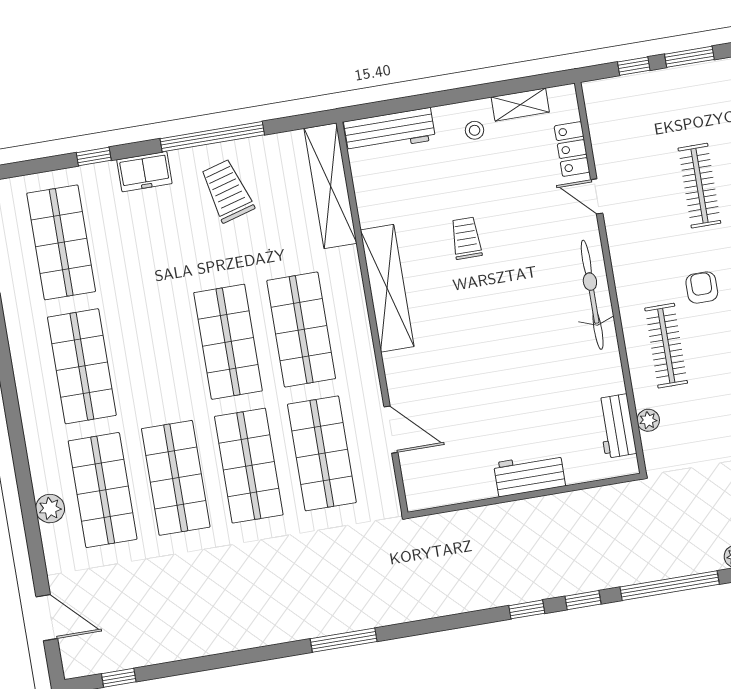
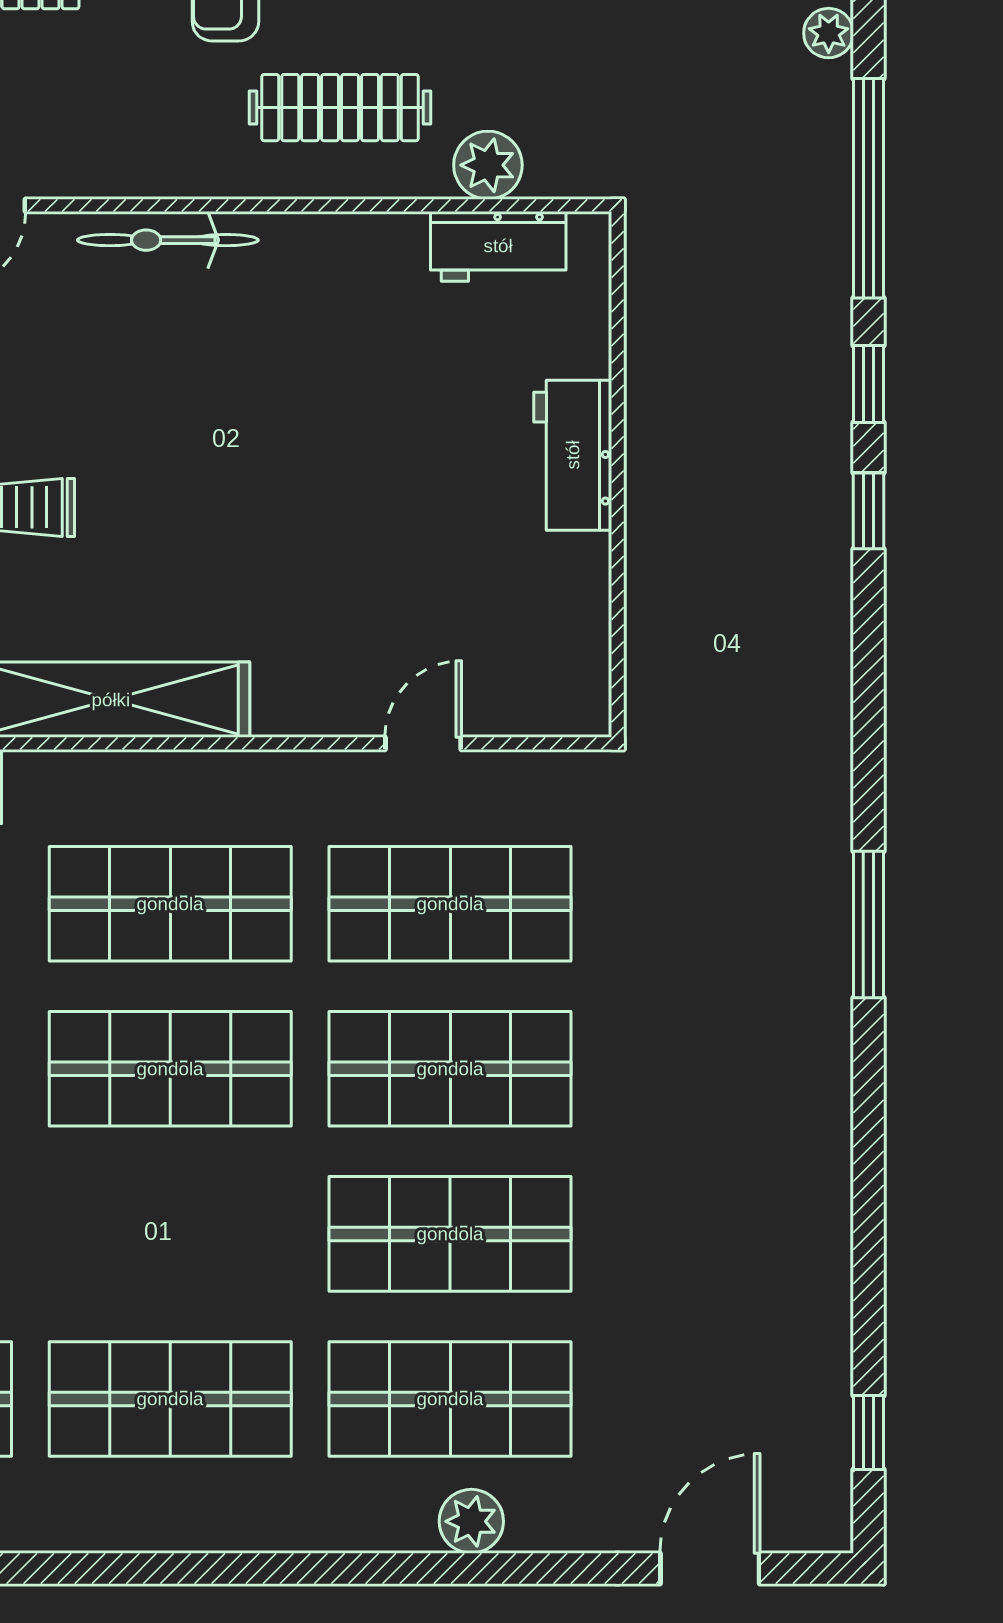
bicycle: (592, 295) -> (168, 240), width x0.73, depth x0.71
plant: (648, 420) -> (488, 165), width x1.38, depth x1.38
door: (391, 430) -> (423, 743), width x0.73

